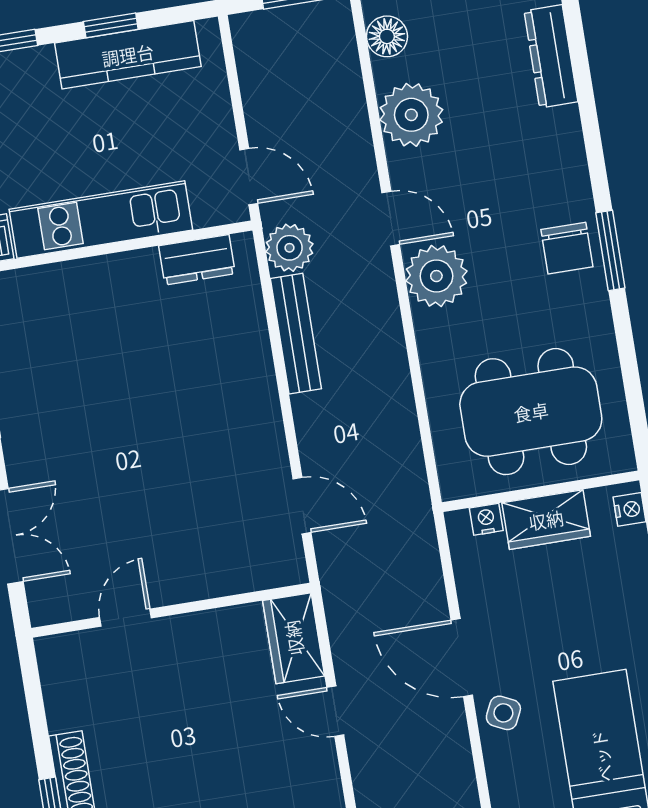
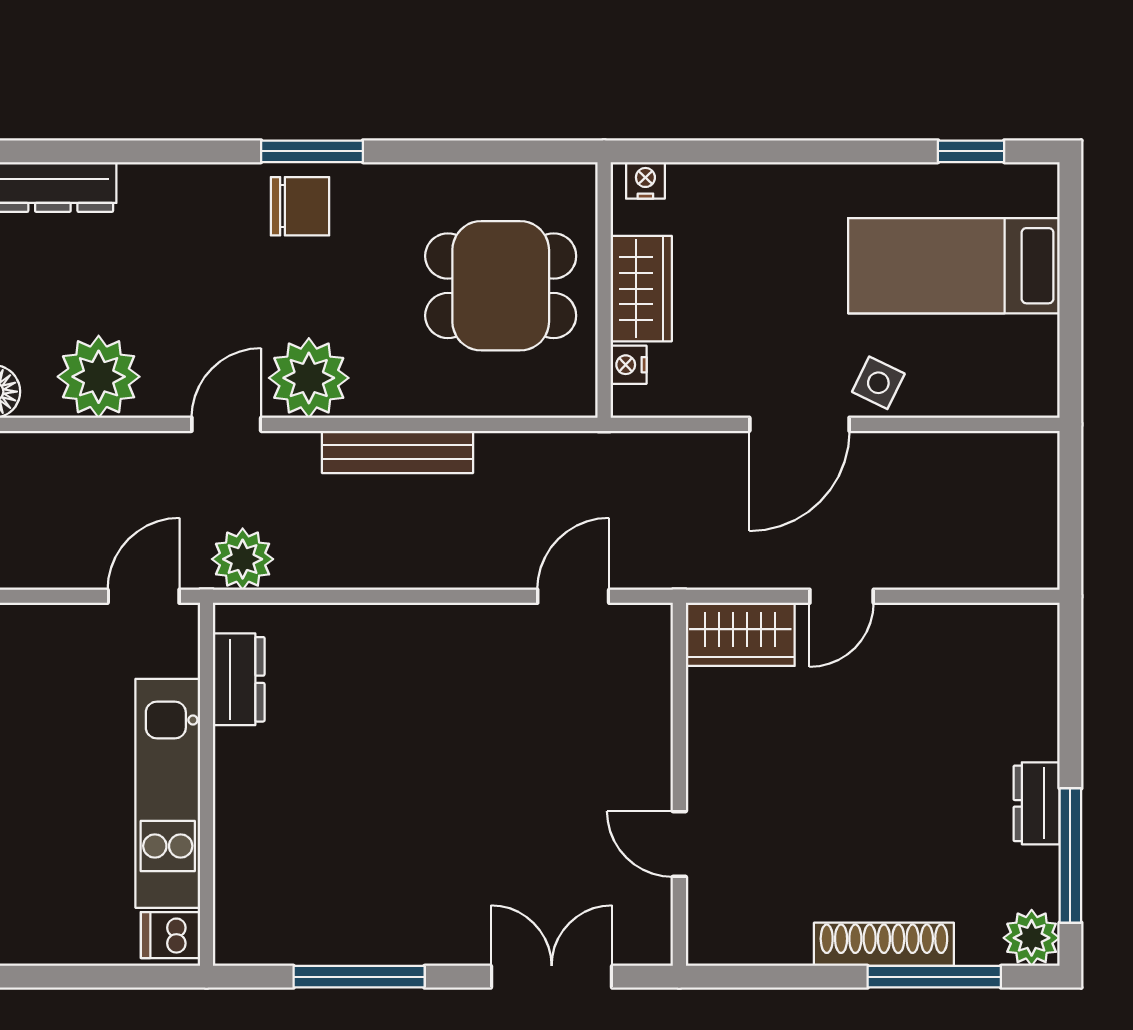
bench: (296, 334) -> (398, 452), moved
dining table: (531, 412) -> (501, 286), width x0.73

